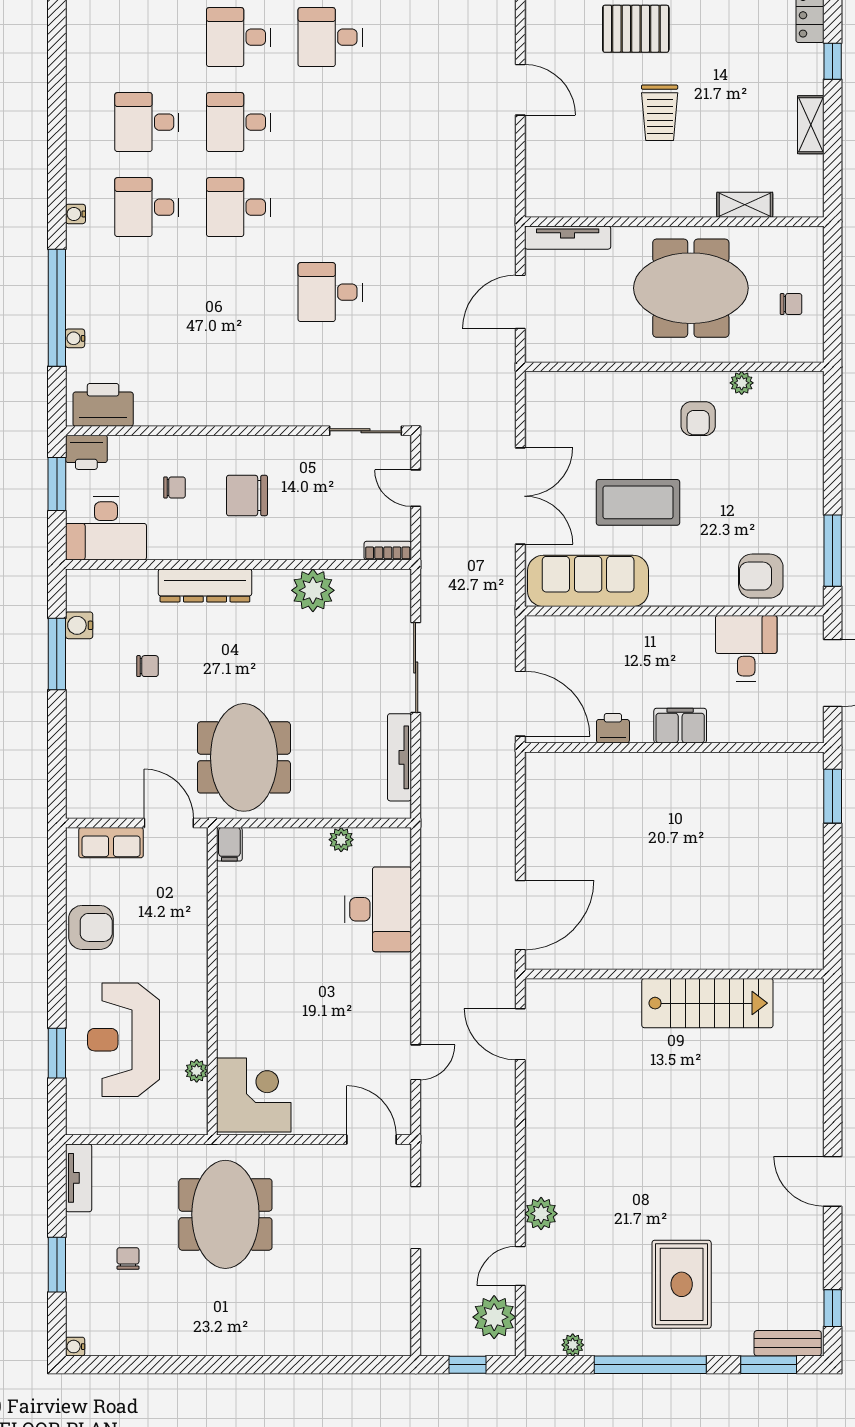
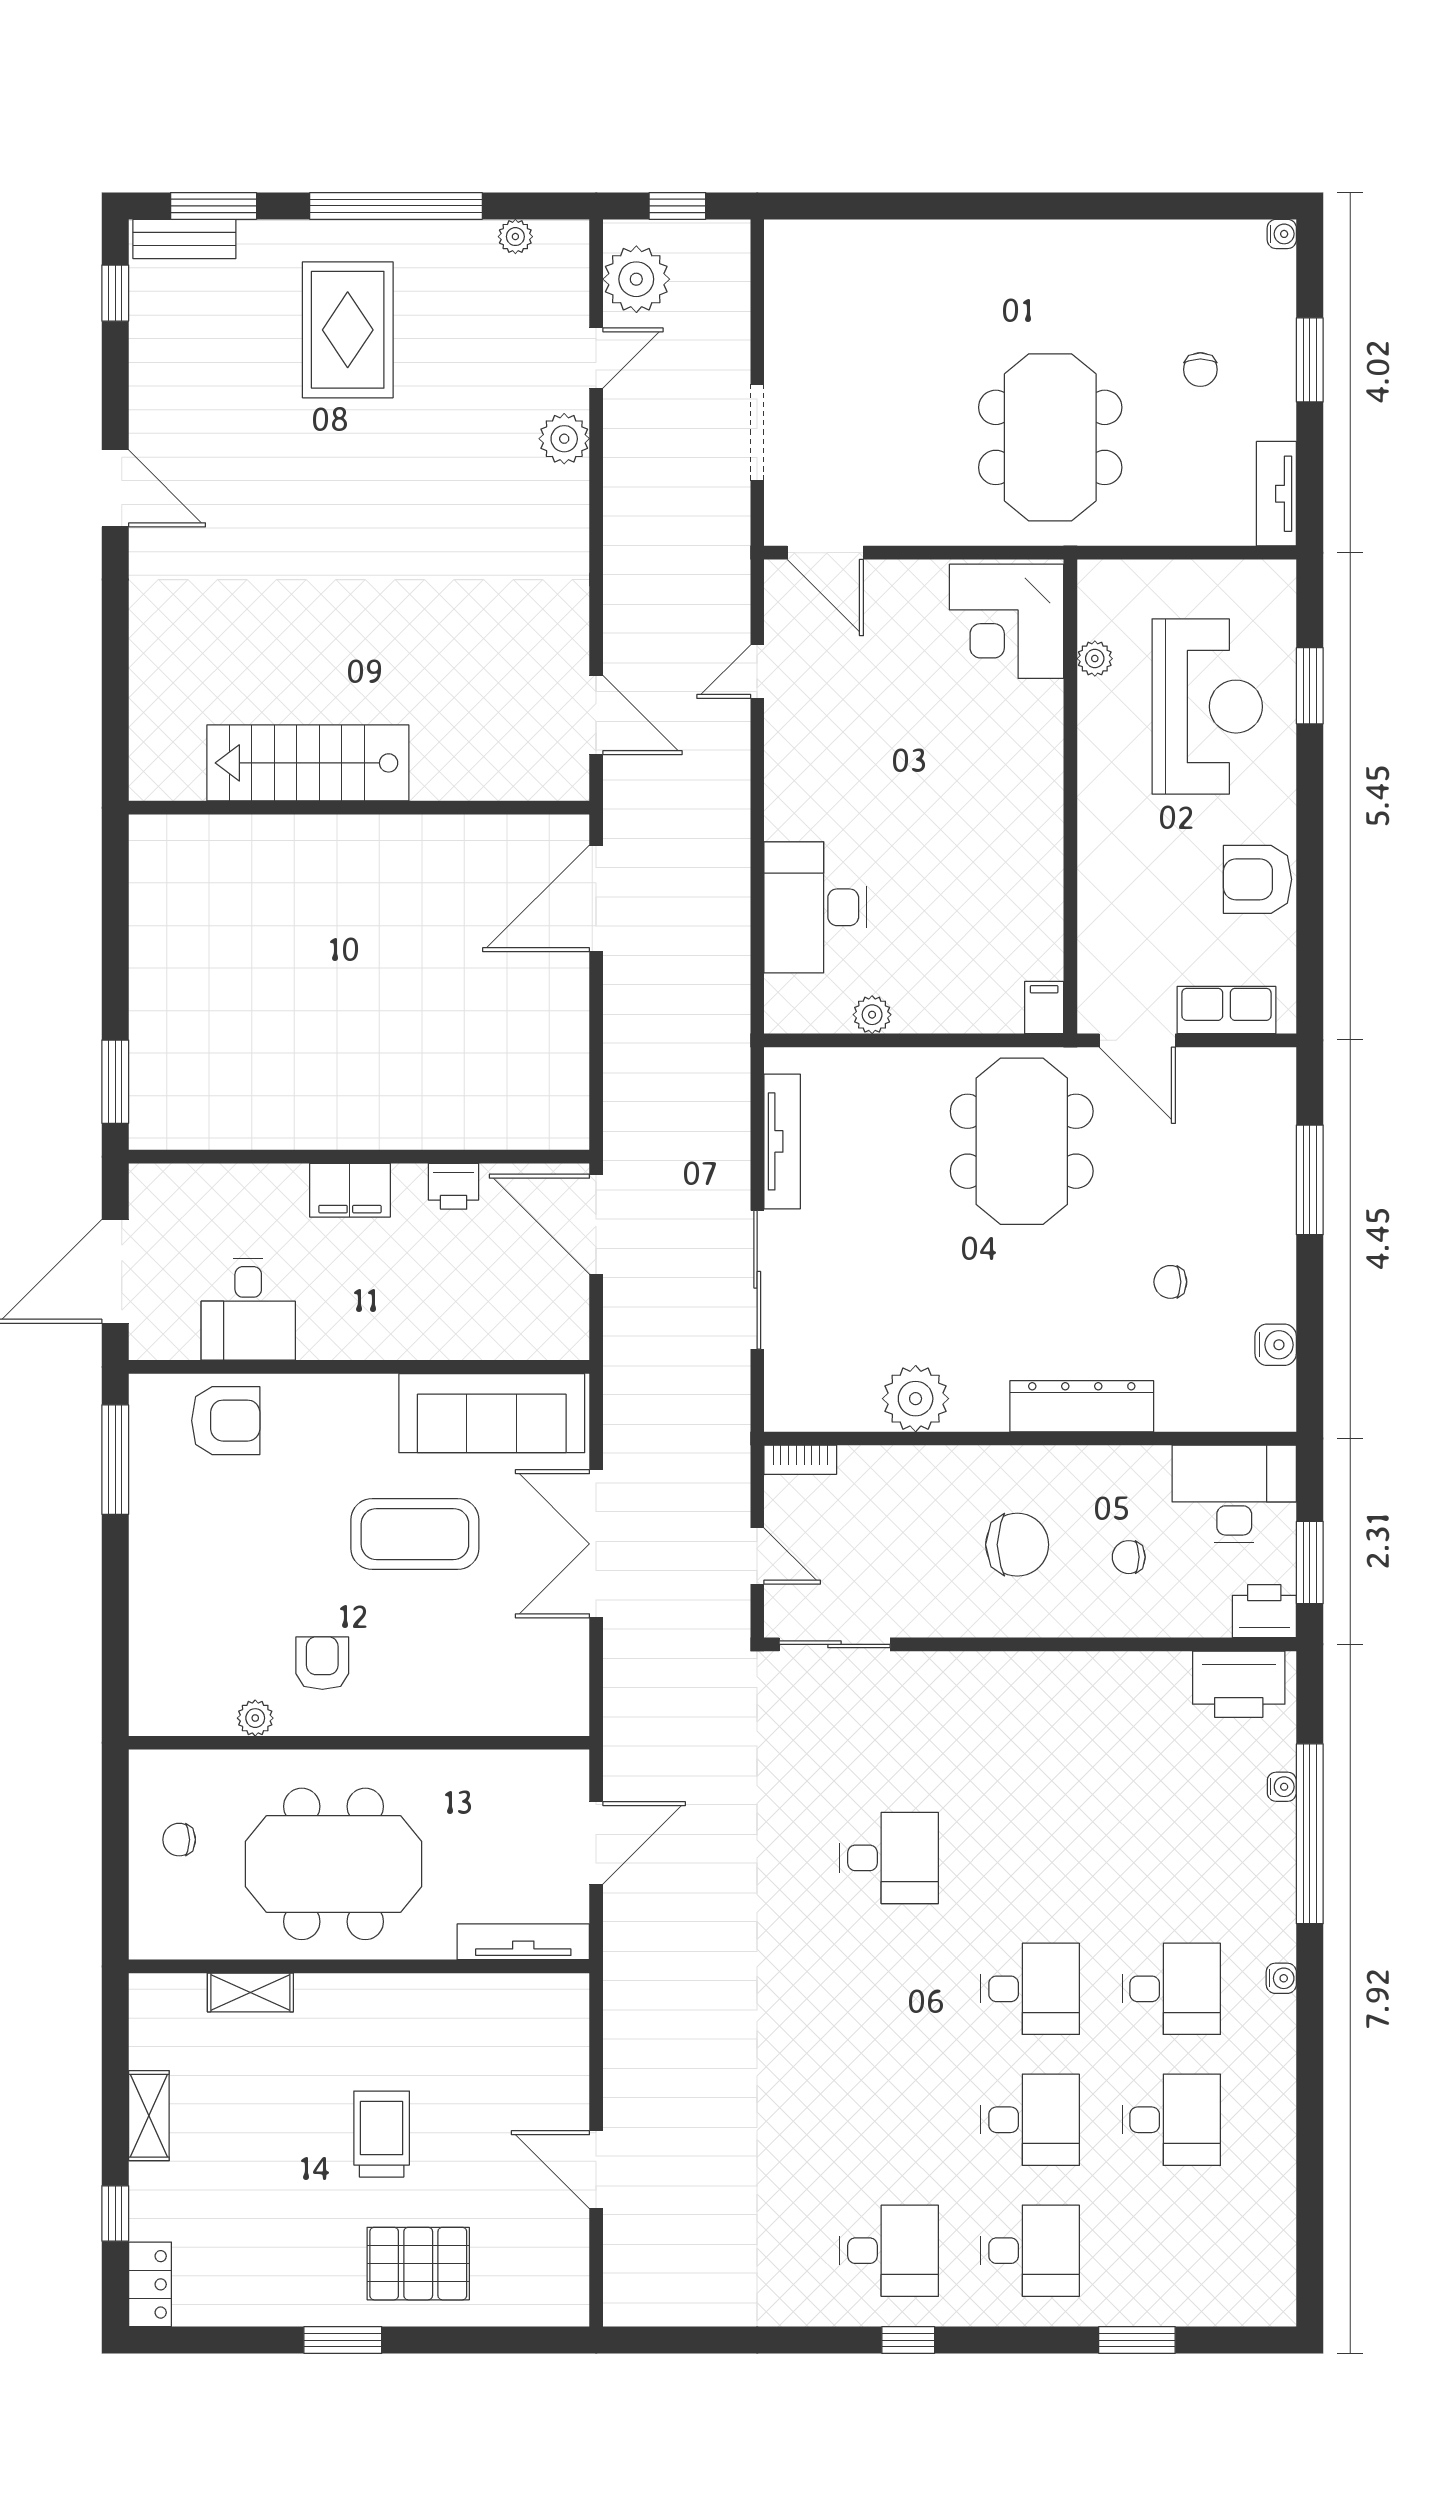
window: (57, 654) -> (1310, 1180), moved

